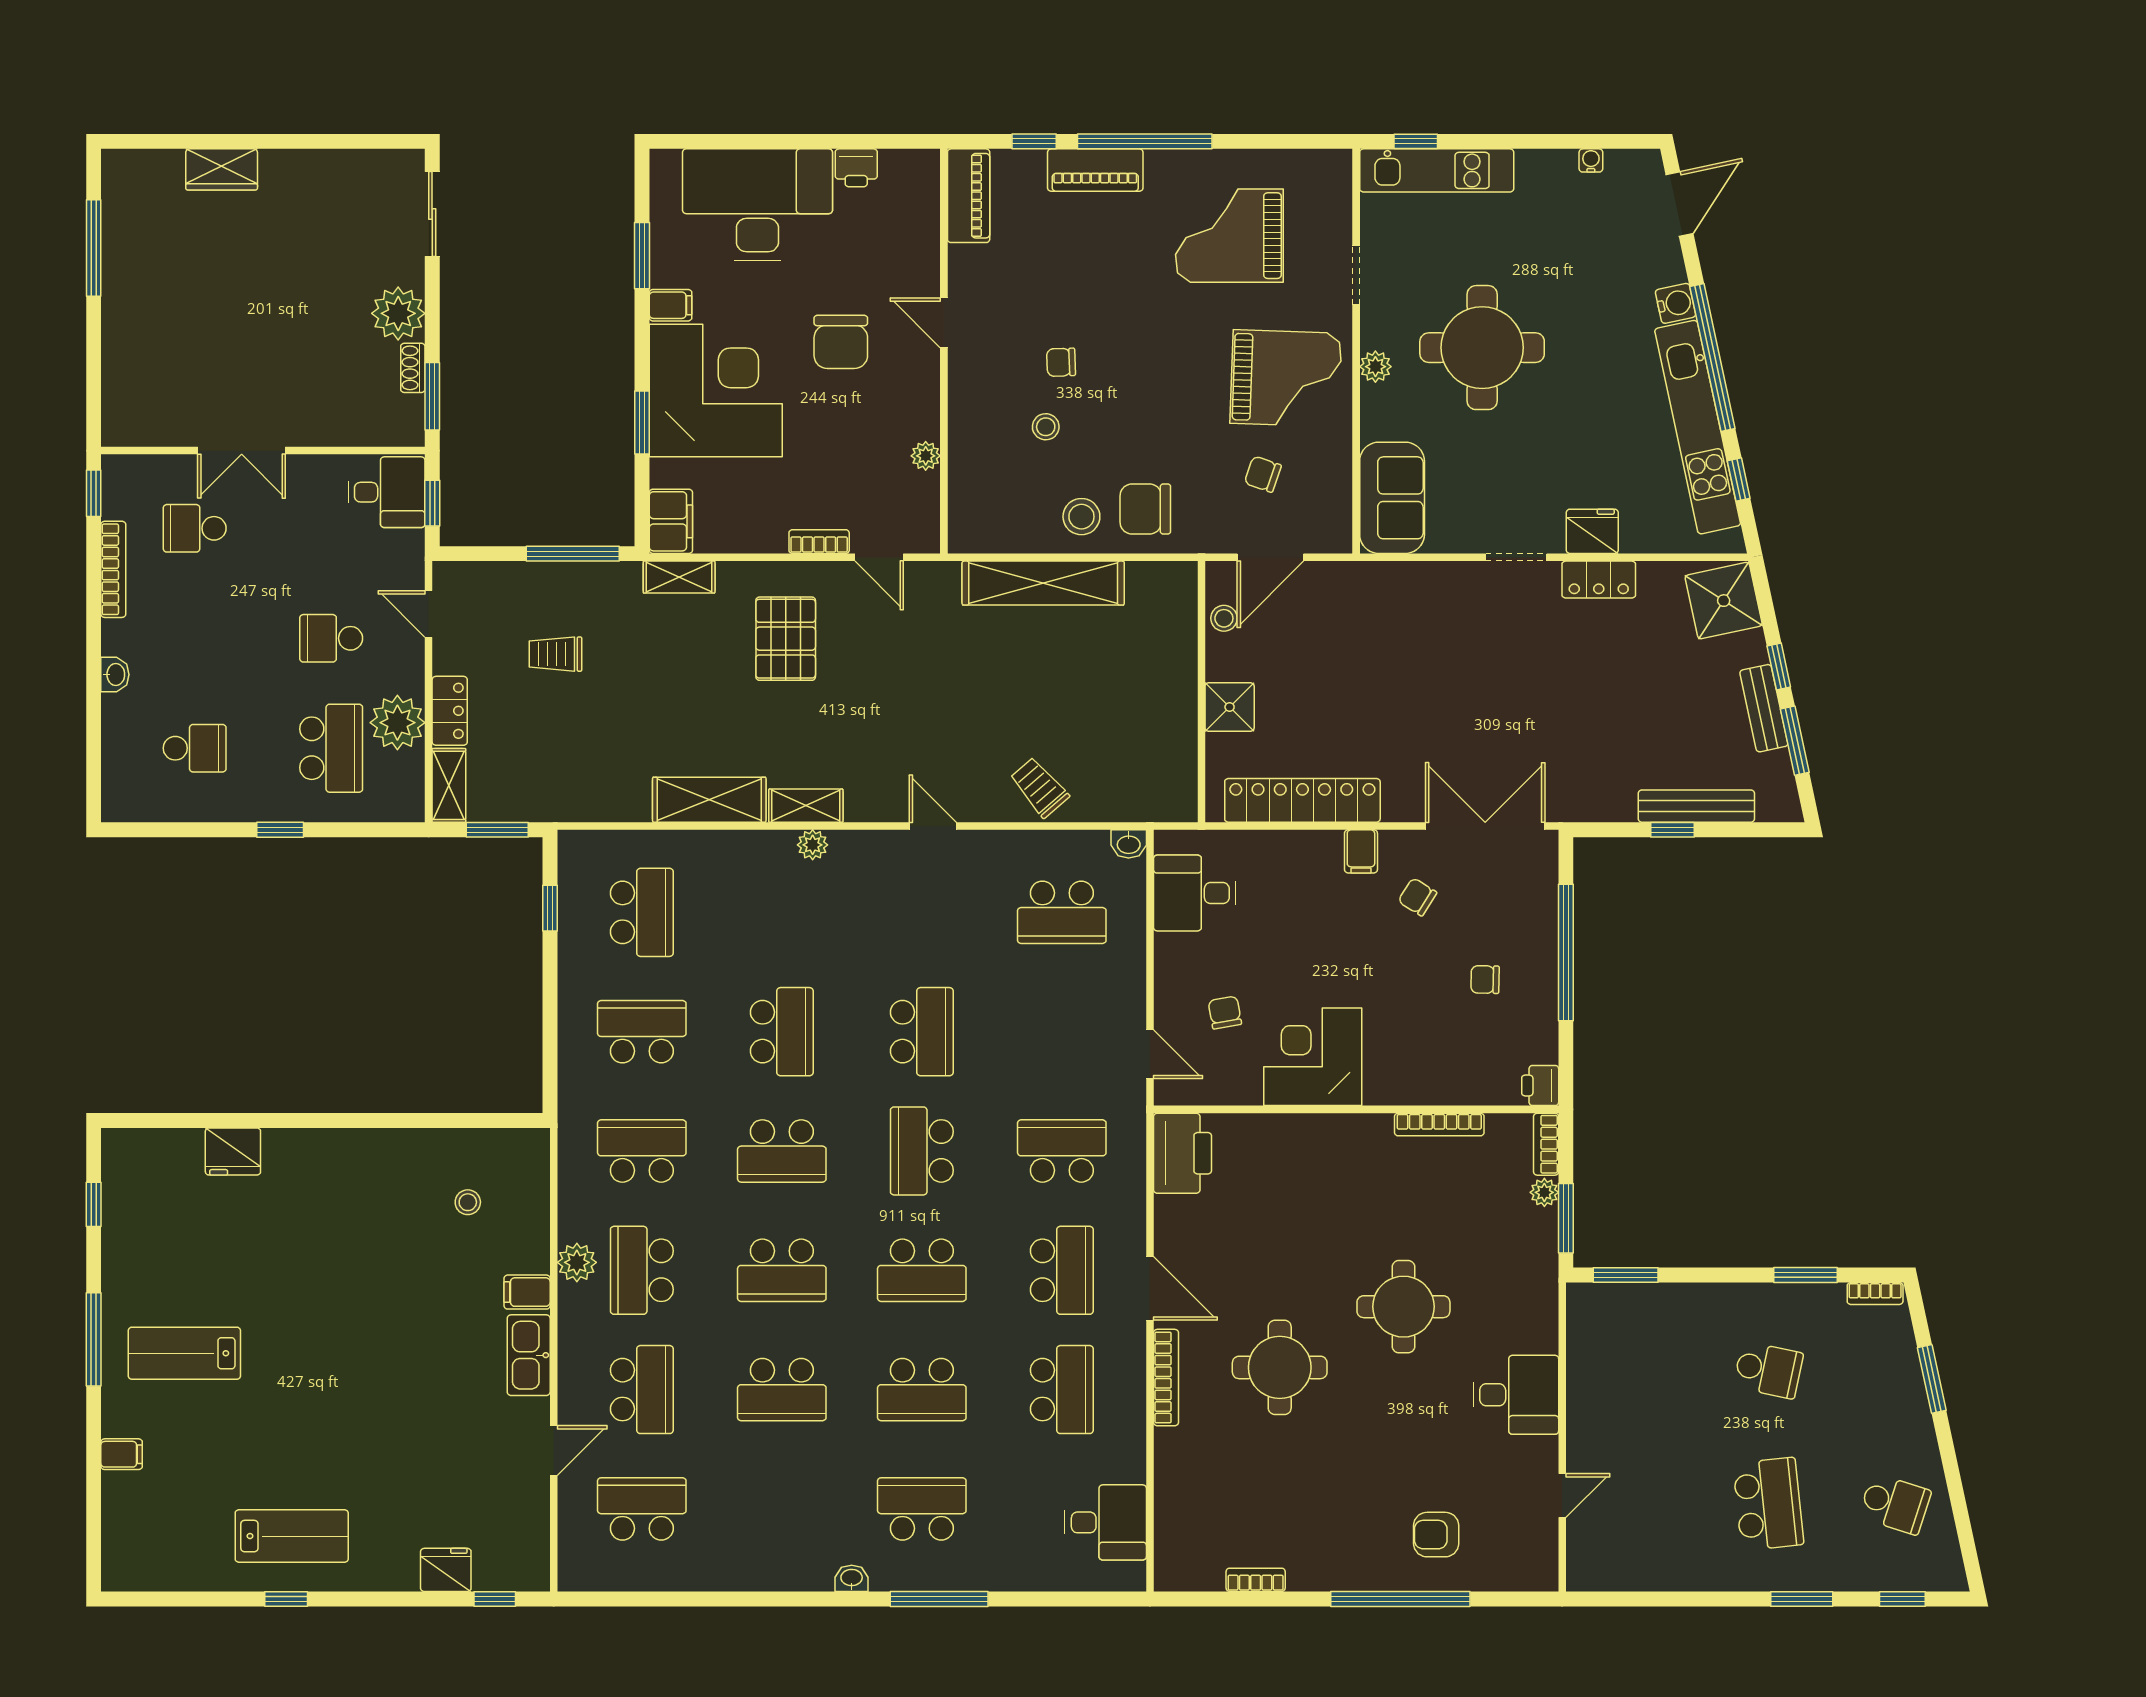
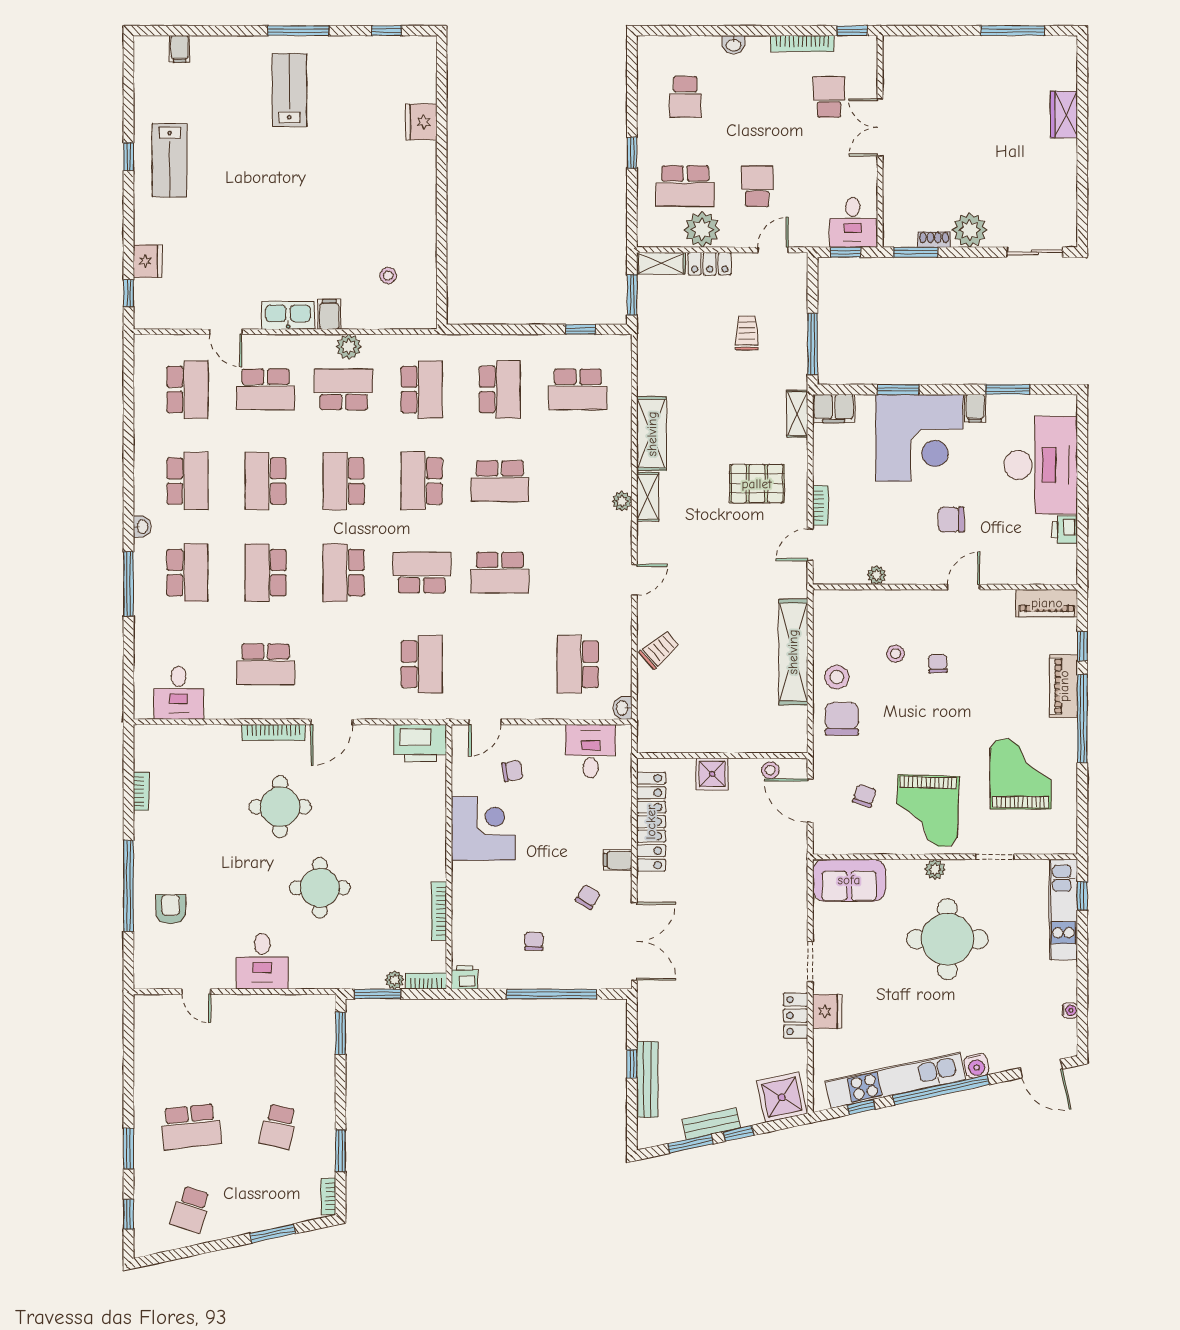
chair: (841, 342) -> (951, 520), width x0.73, depth x0.73
school desk: (1062, 1270) -> (187, 481), moved, turned -90
filing cabinet: (122, 1454) -> (180, 49), moved

